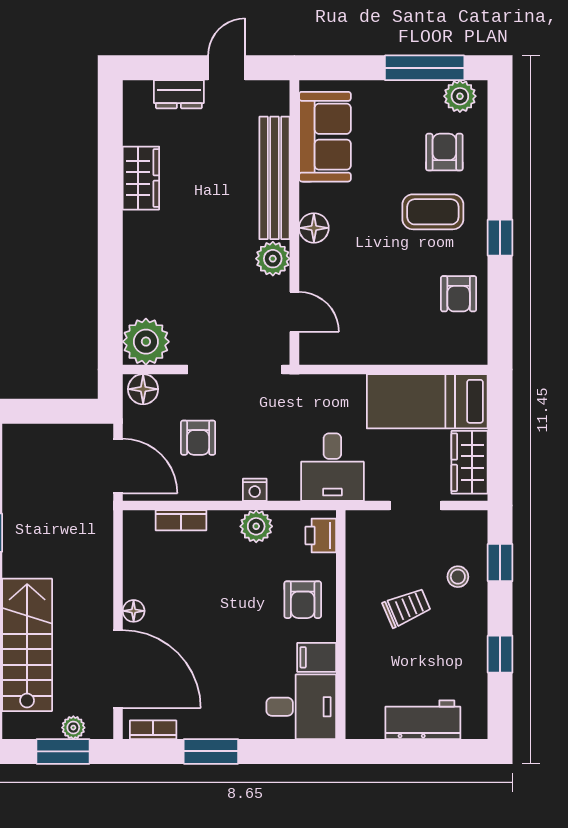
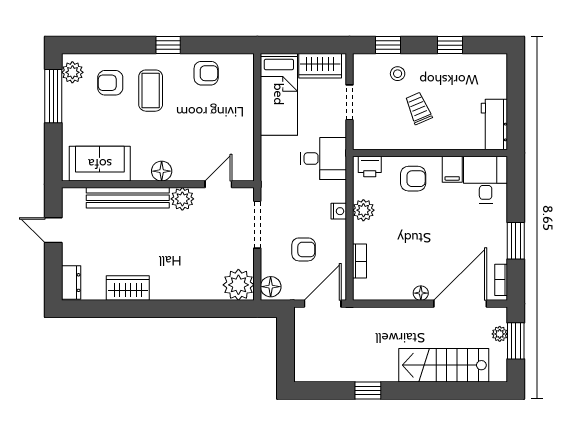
dresser: (179, 94) -> (71, 283), moved
doorway: (235, 369) -> (257, 225), width x0.73
workbench: (423, 720) -> (494, 124), moved

